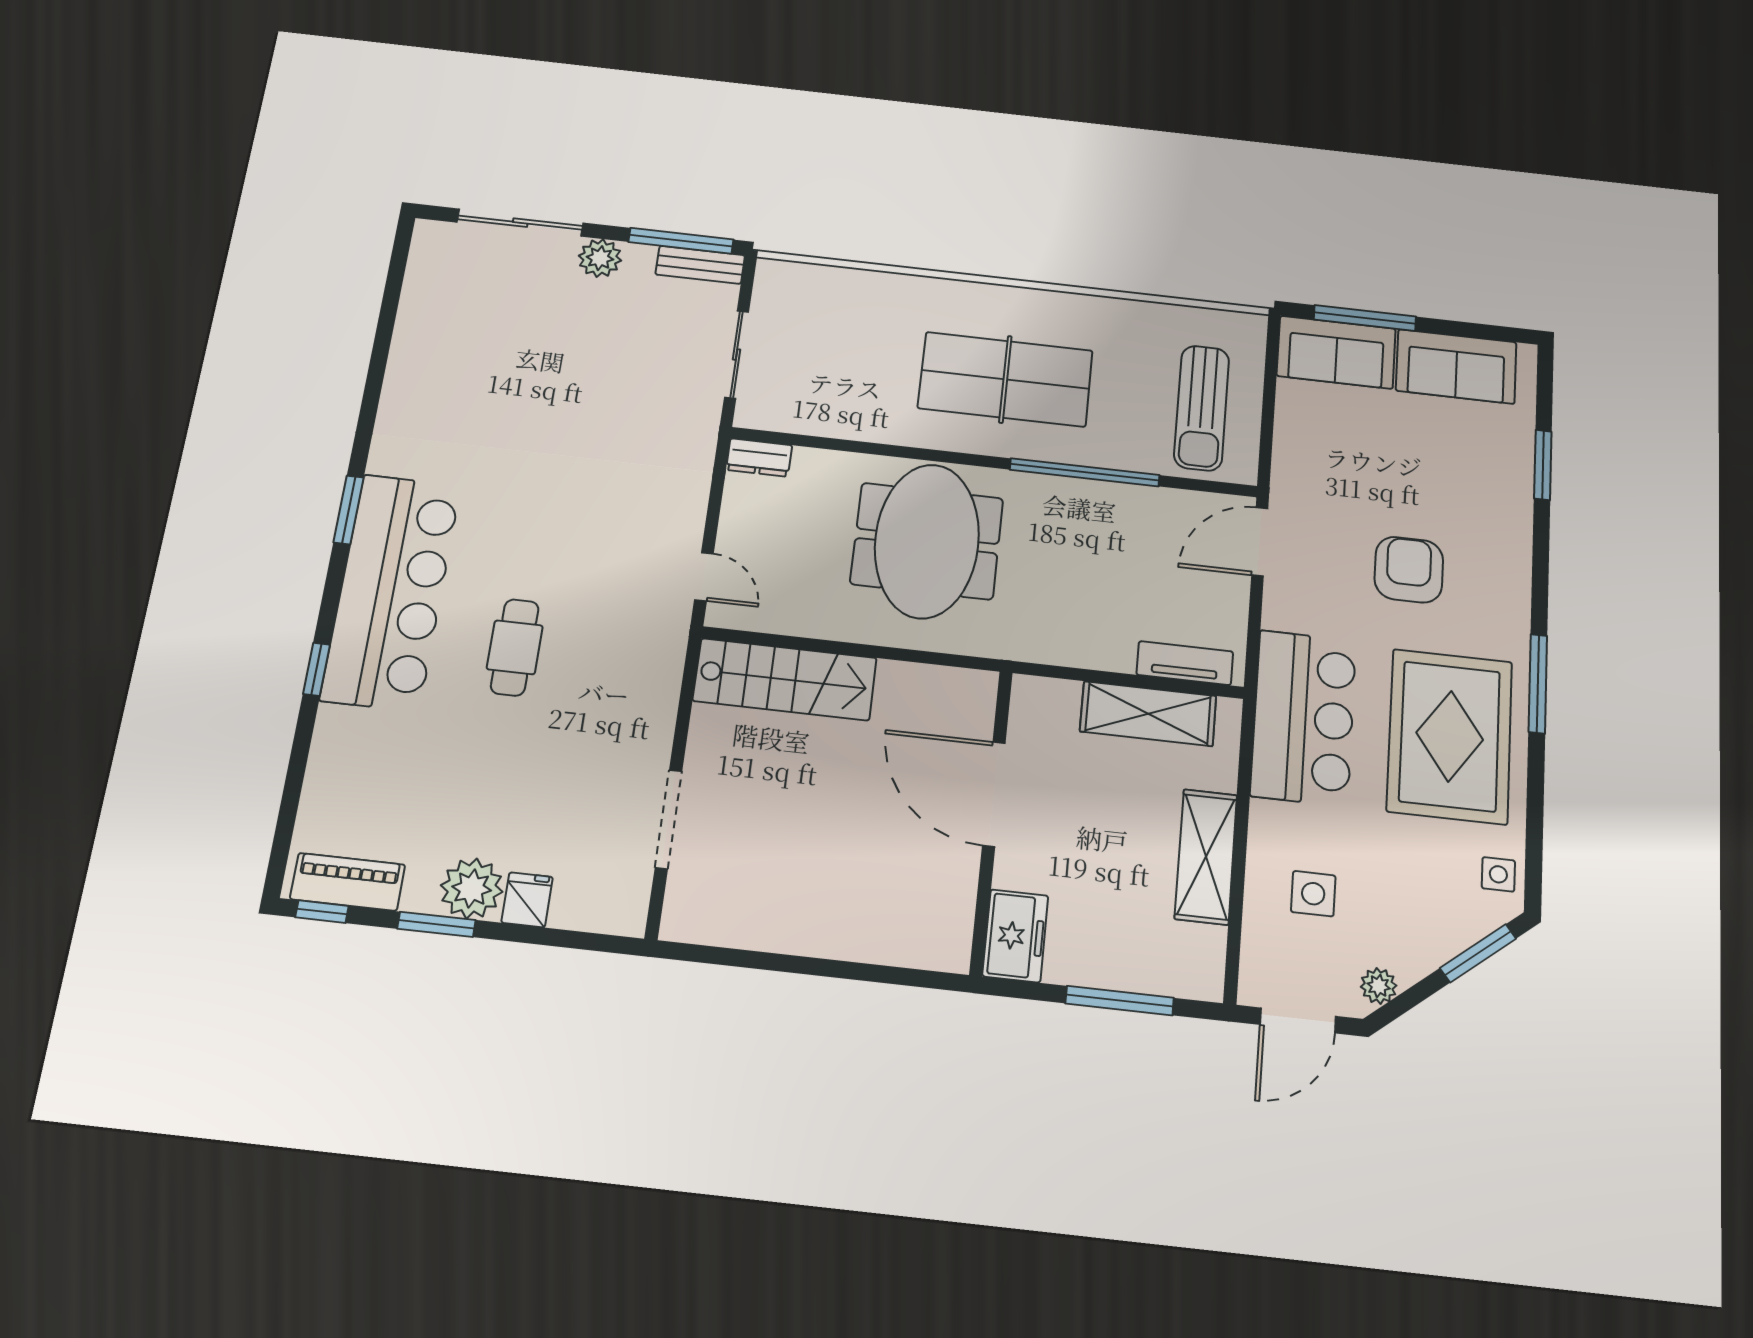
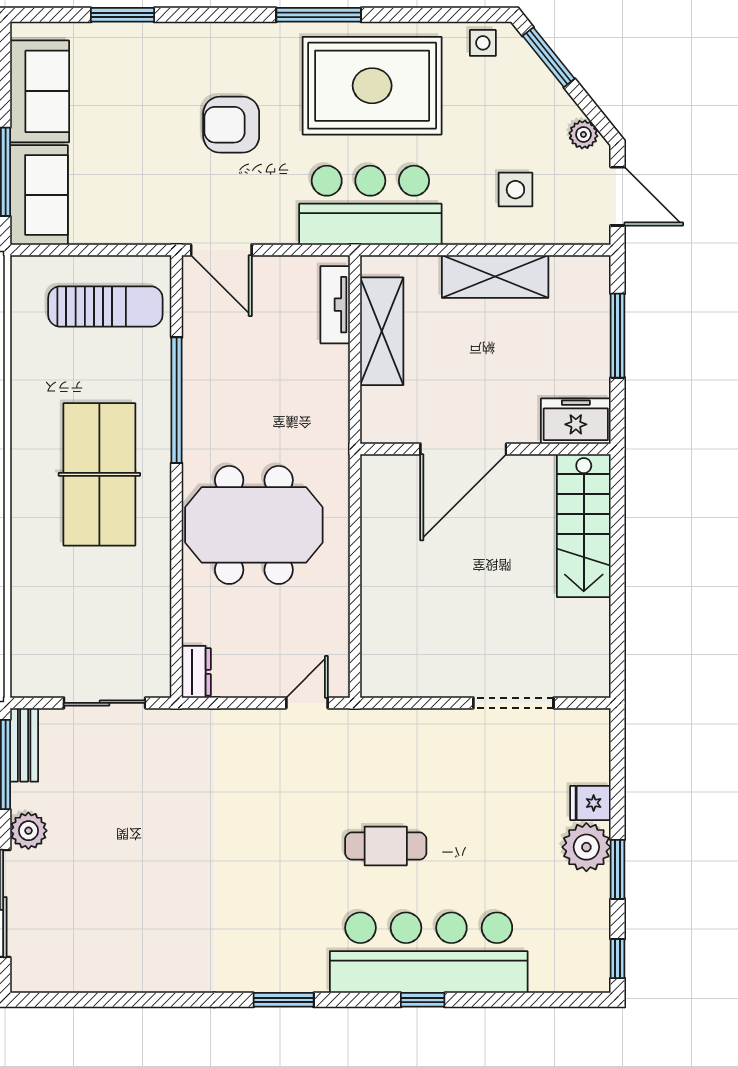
bar counter: (391, 591) -> (429, 953), moved
stairs: (785, 679) -> (584, 526), moved, turned 180
piano: (348, 882) -> (592, 943), removed

